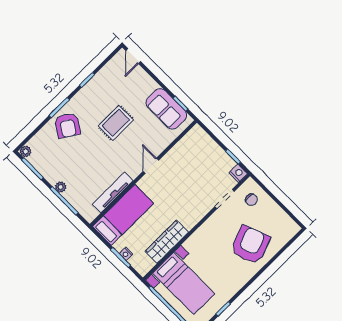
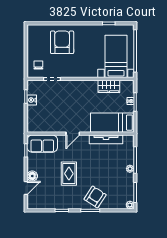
door: (133, 56) -> (26, 188), moved
floor lamp: (149, 85) -> (32, 176), added
sofa: (166, 109) -> (42, 144), moved, turned 90
rug: (116, 123) -> (69, 174), turned 90
nightstand: (238, 173) -> (32, 100), moved
wardrobe: (167, 242) -> (109, 86), width x0.67
armchair: (250, 245) -> (62, 42), turned 111

